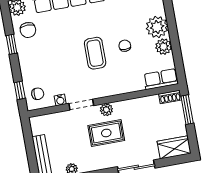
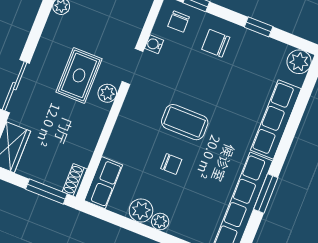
plant: (157, 27) -> (160, 222), width x0.53, depth x0.53
chair: (28, 30) -> (216, 43), moved

